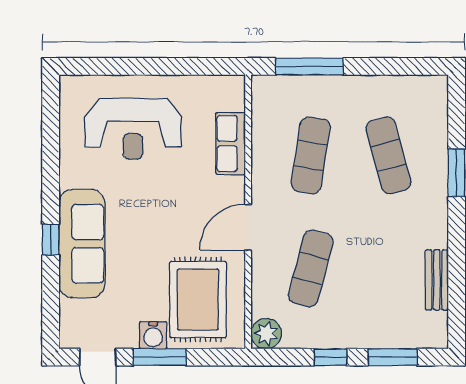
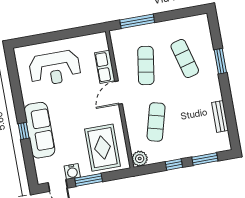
door: (248, 227) -> (118, 93), moved
water cooler: (153, 335) -> (72, 172), moved

